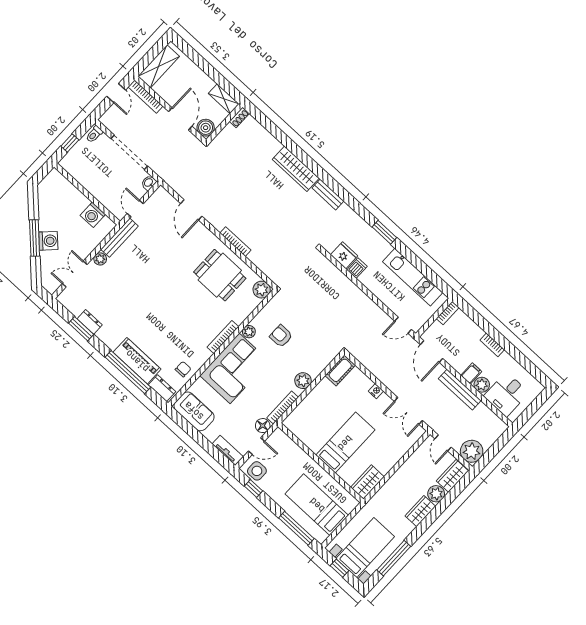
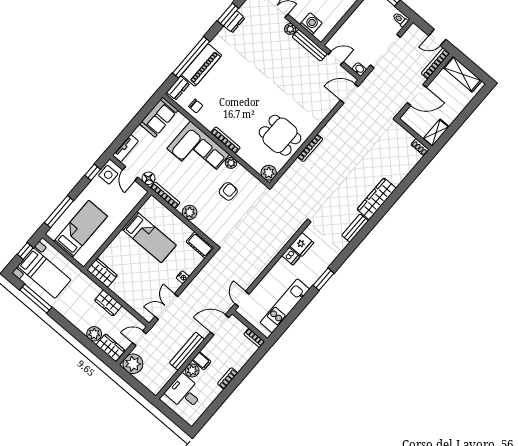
boiler: (206, 128) -> (410, 118), removed
door: (191, 210) -> (349, 93), moved
washing machine: (93, 215) -> (311, 24), moved, turned 90
dining table: (220, 275) -> (280, 135), turned 90
bed: (345, 443) -> (149, 237), moved
wardrobe: (420, 511) -> (108, 303), moved, turned 180

